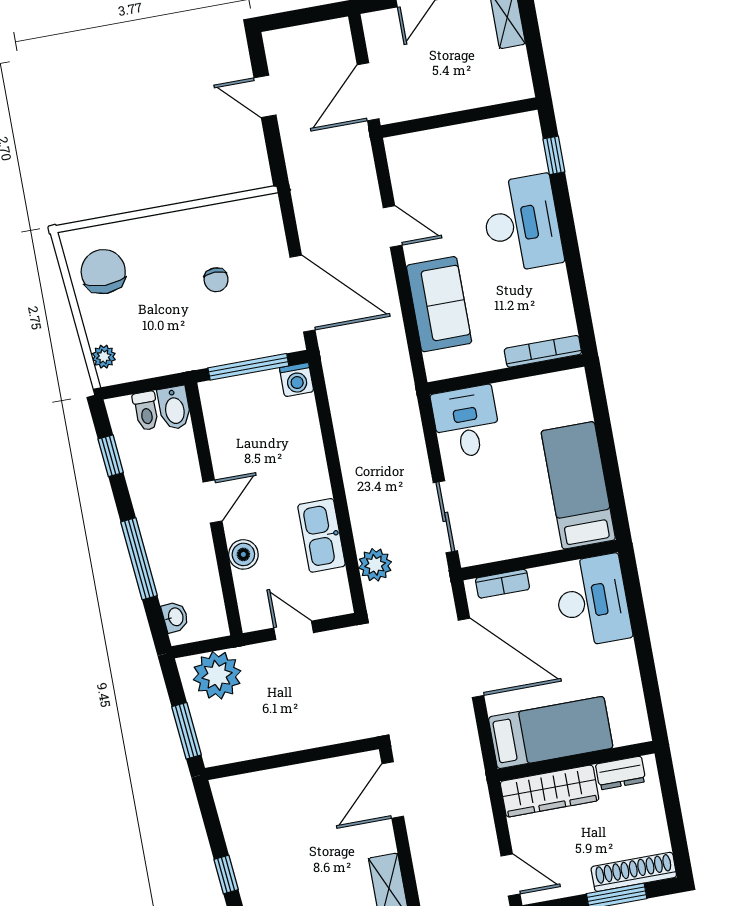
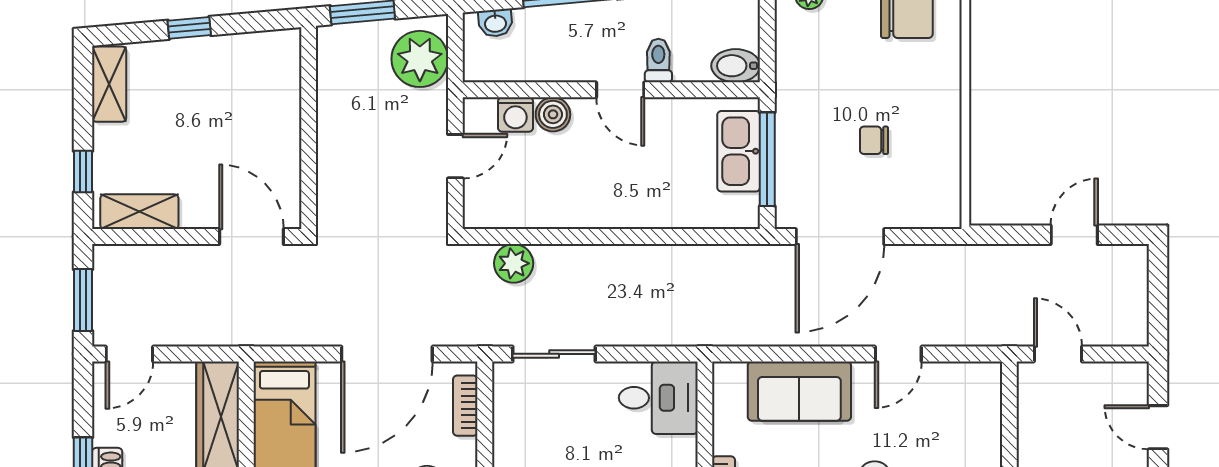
door: (368, 92) -> (1058, 354), width x0.73
washing machine: (297, 380) -> (515, 115), moved, turned -90
toilet: (146, 411) -> (658, 61), moved, turned 90
kitchen sink: (322, 535) -> (739, 151), moved, turned -90

